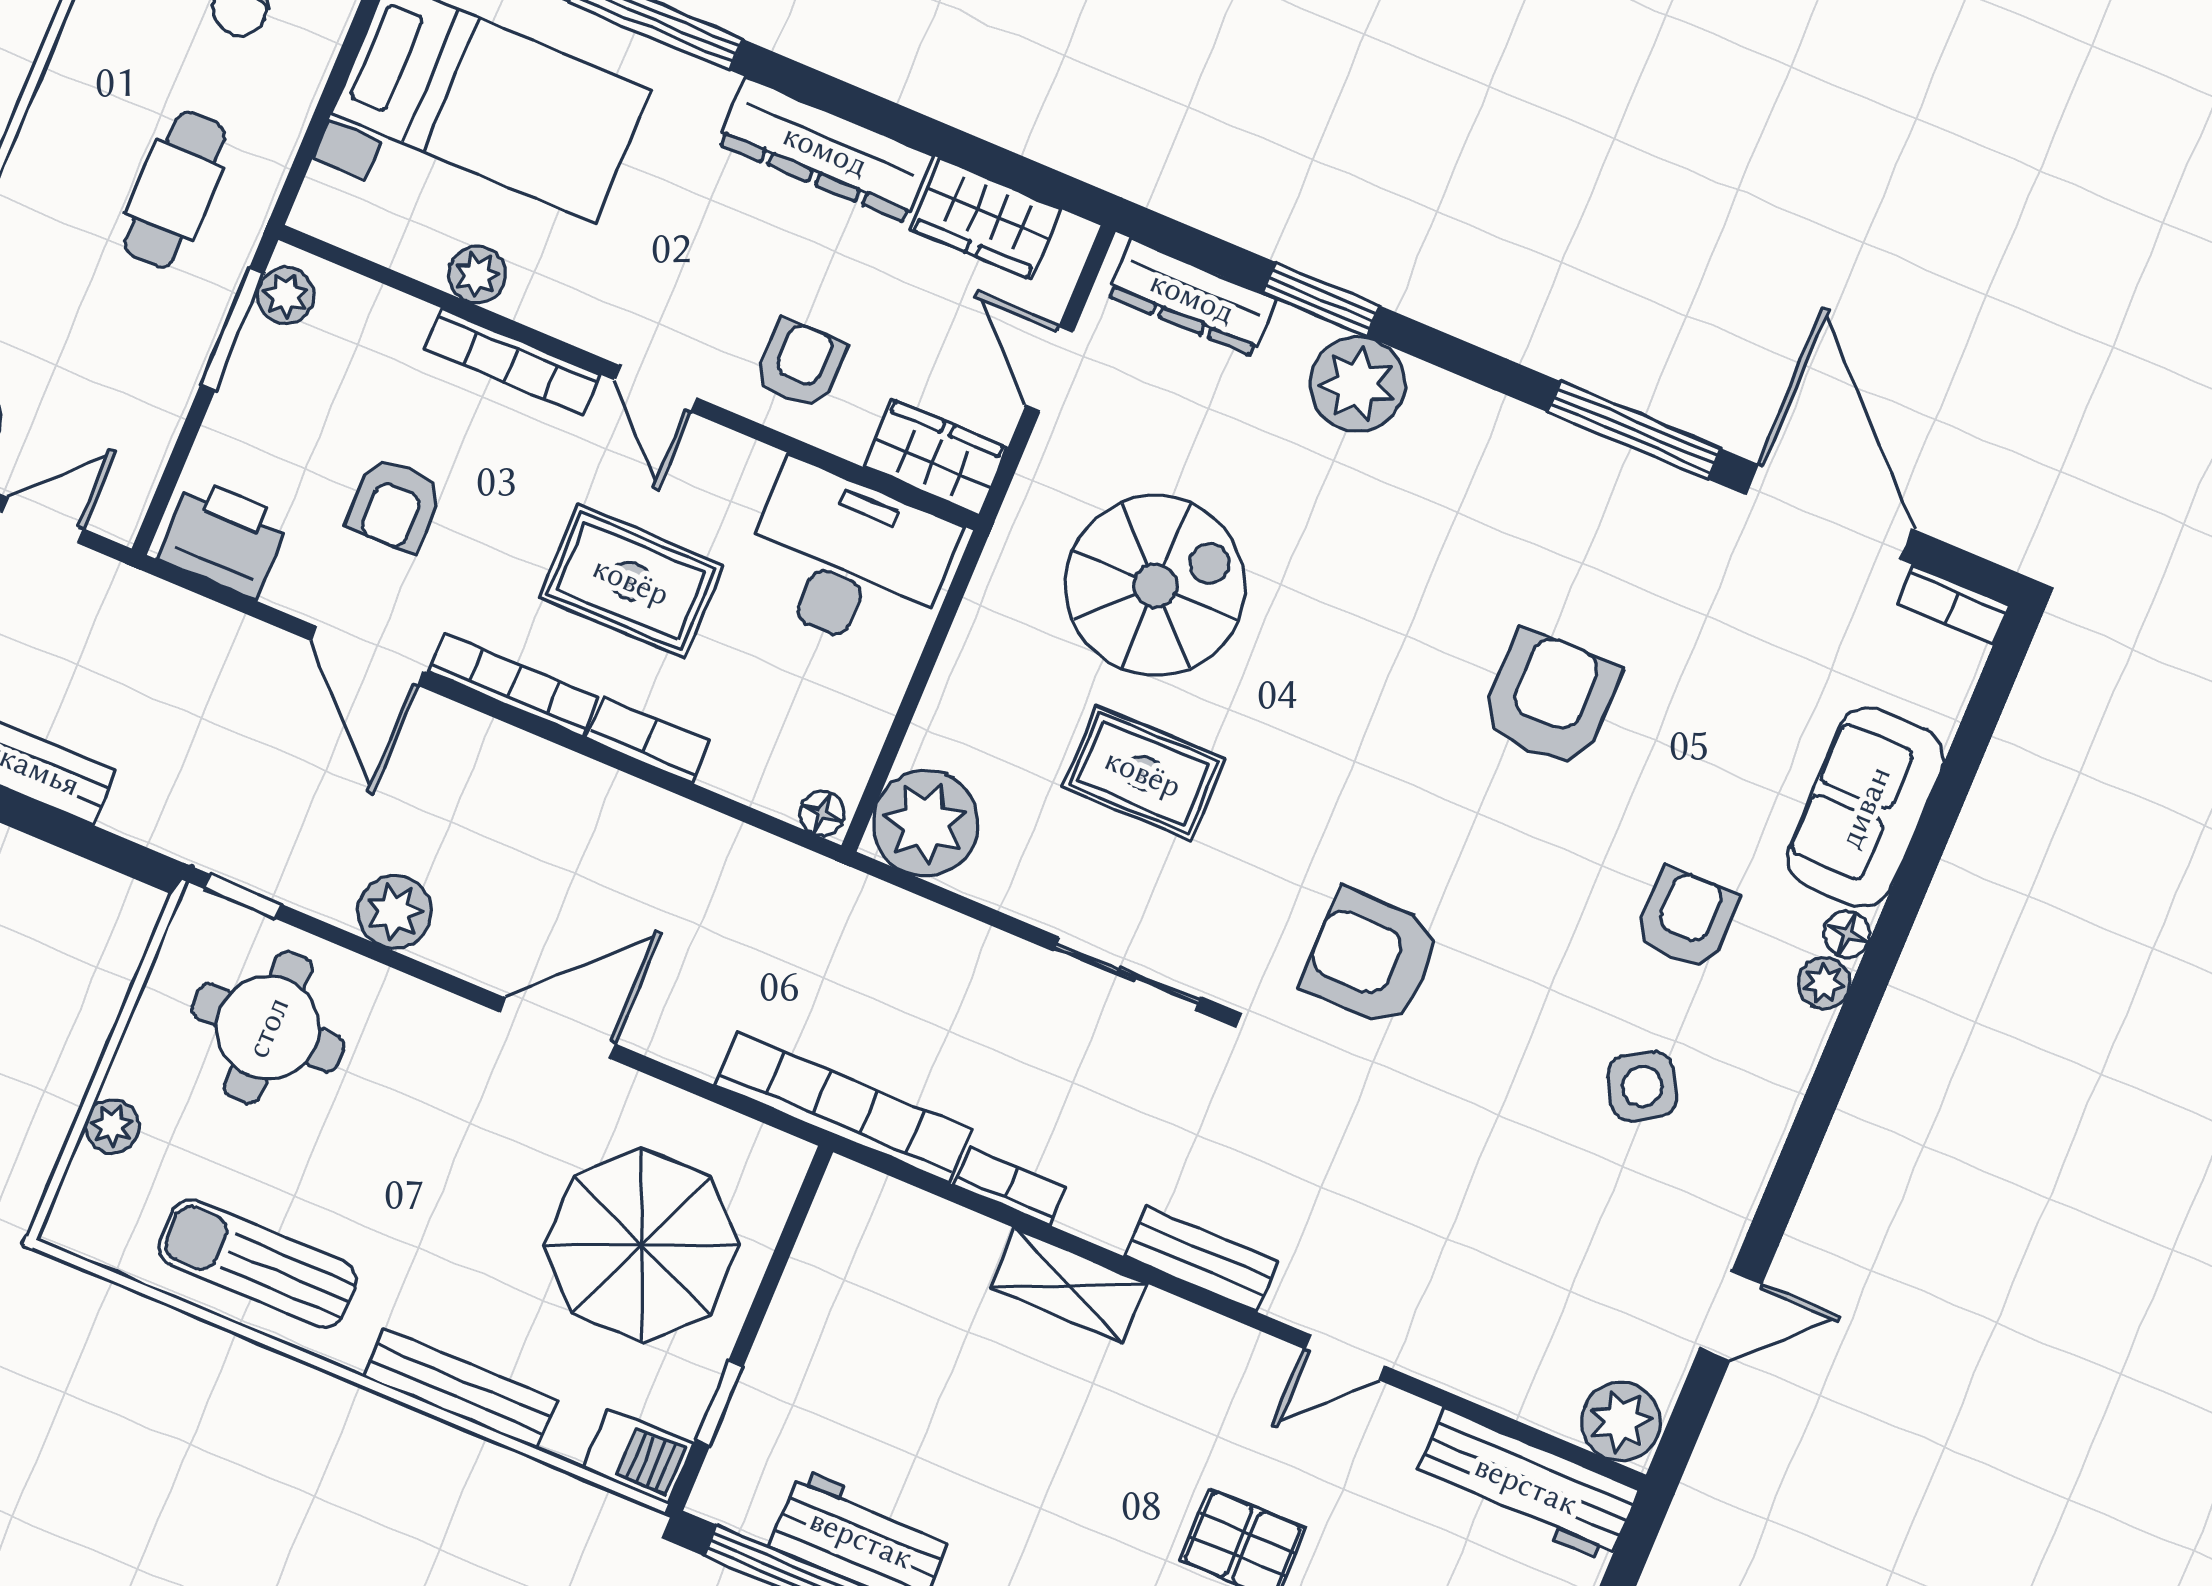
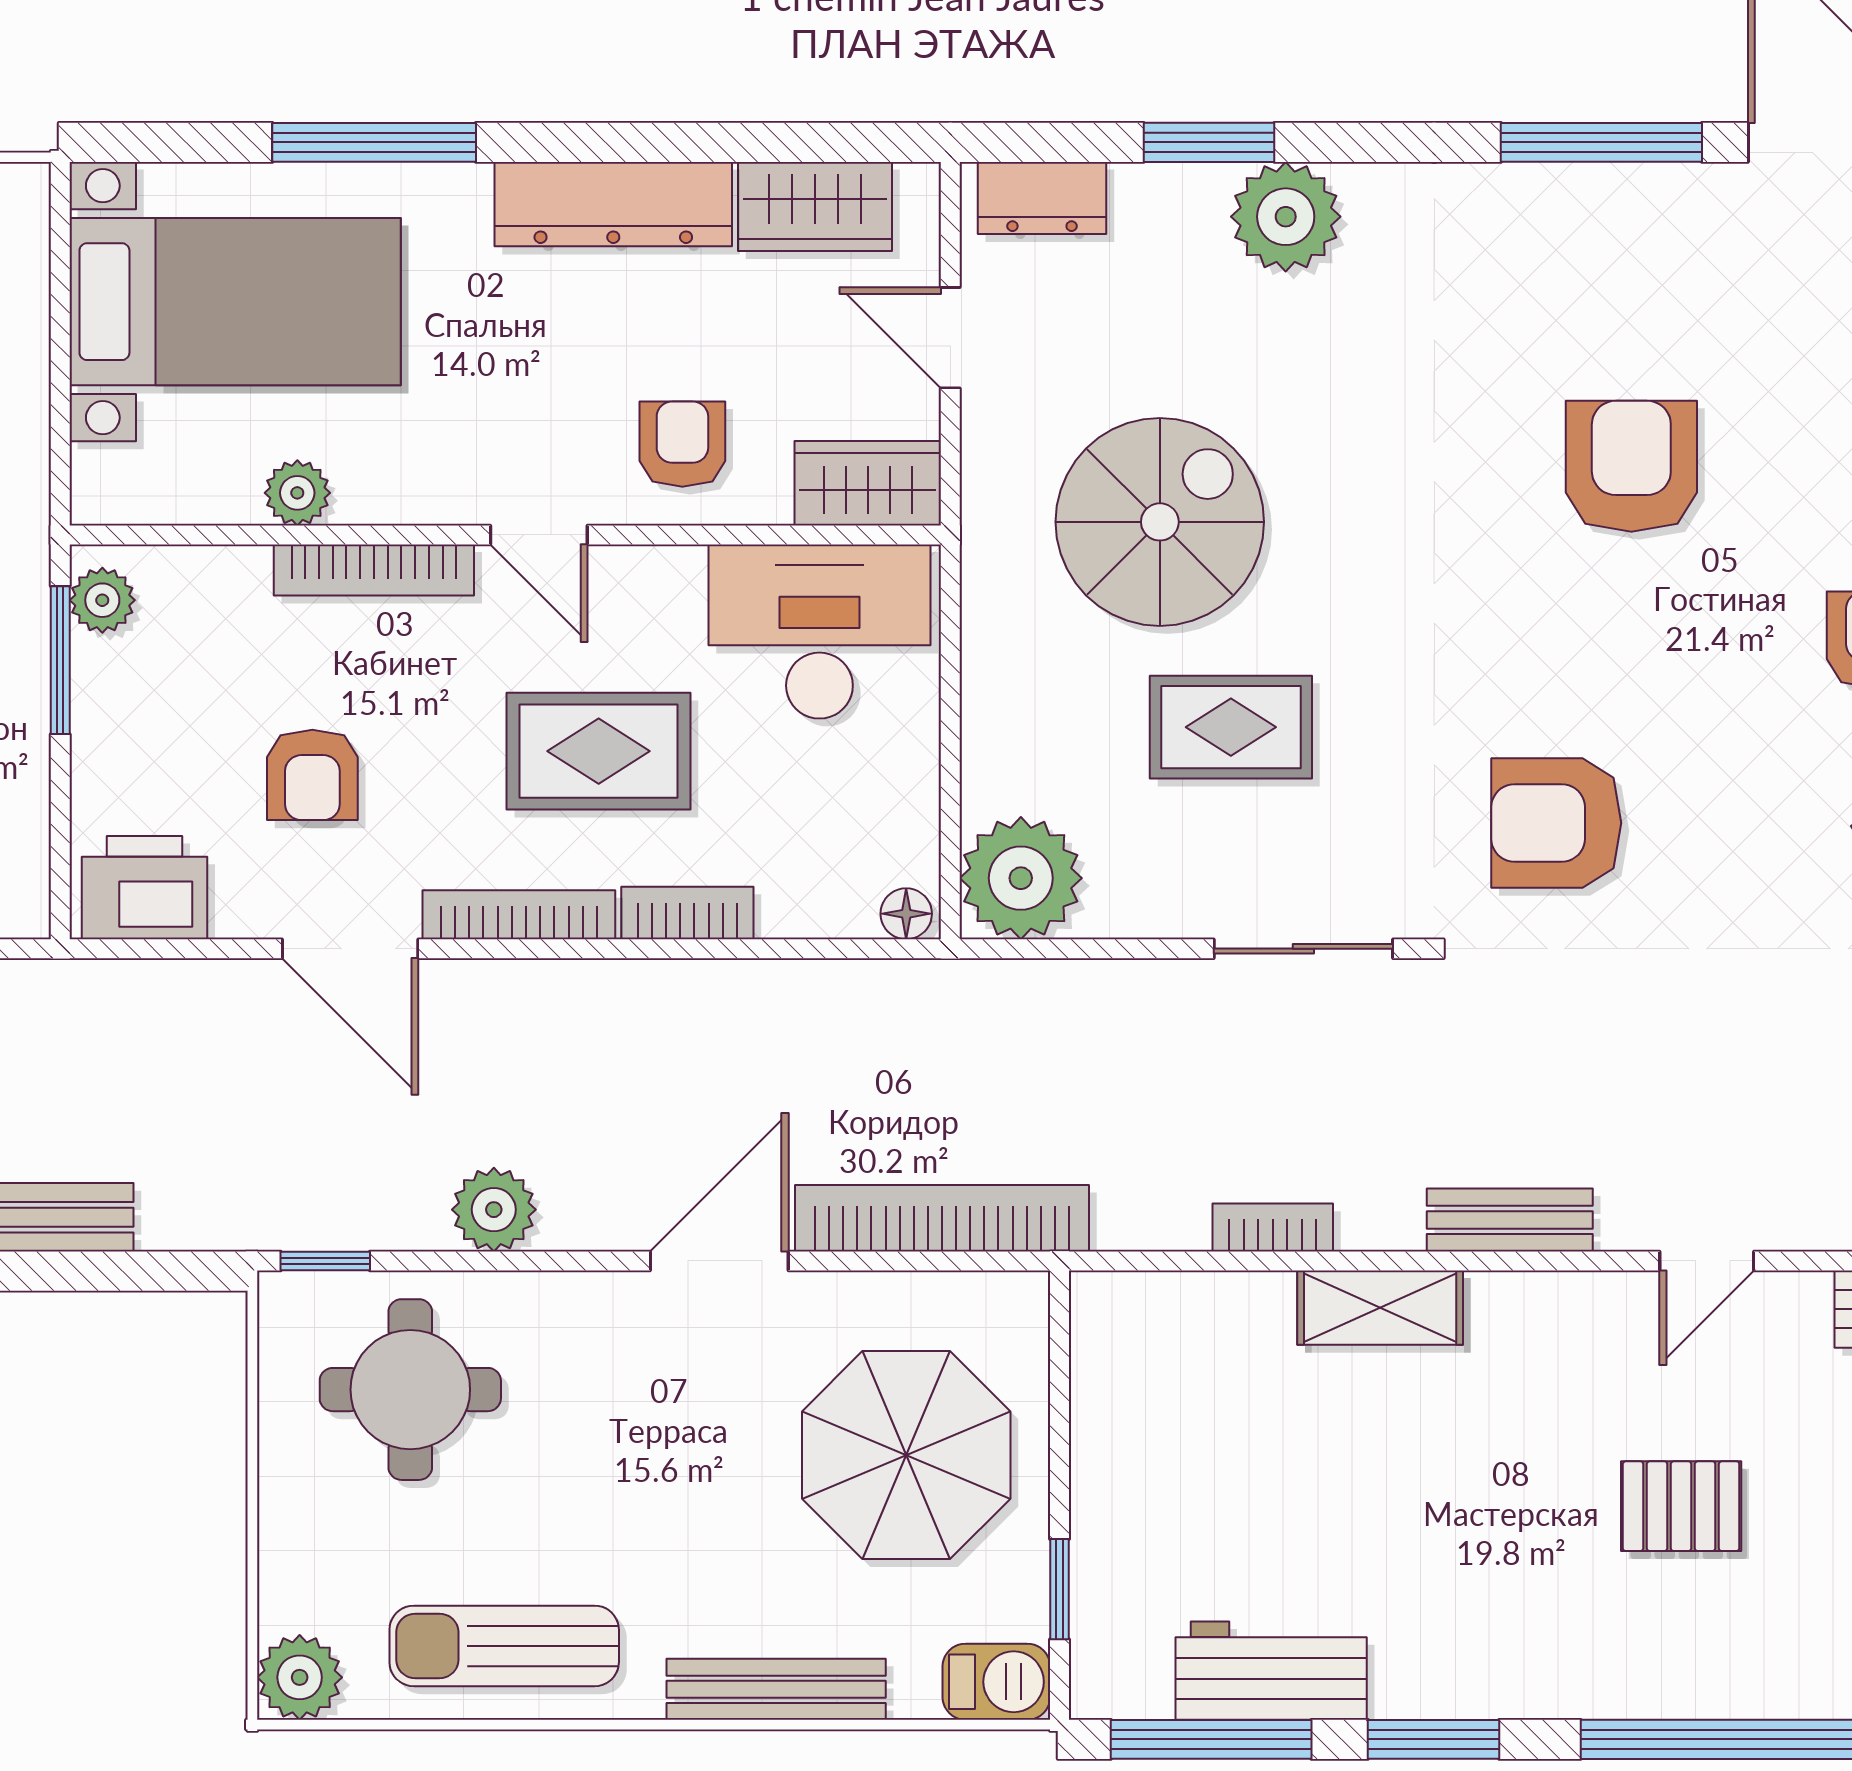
dresser: (1192, 297) -> (1042, 198), width x0.70
bookcase: (843, 1107) -> (942, 1218), moved
plant: (112, 1126) -> (300, 1677), moved, width x1.38, depth x1.38

